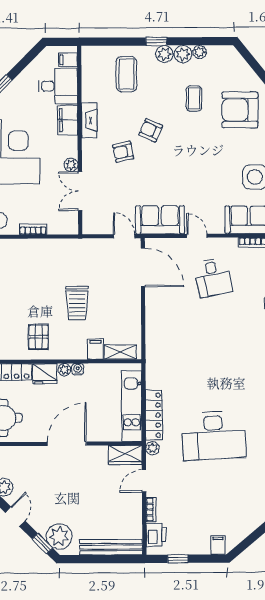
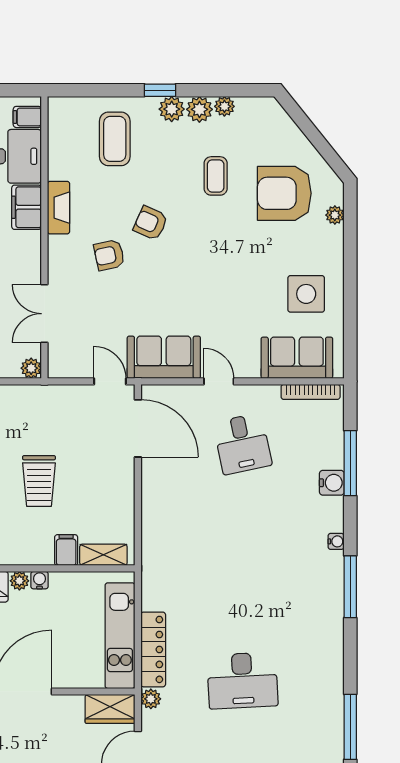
plant: (71, 165) -> (31, 368), moved
desk: (214, 436) -> (242, 681), width x0.73, depth x0.77

